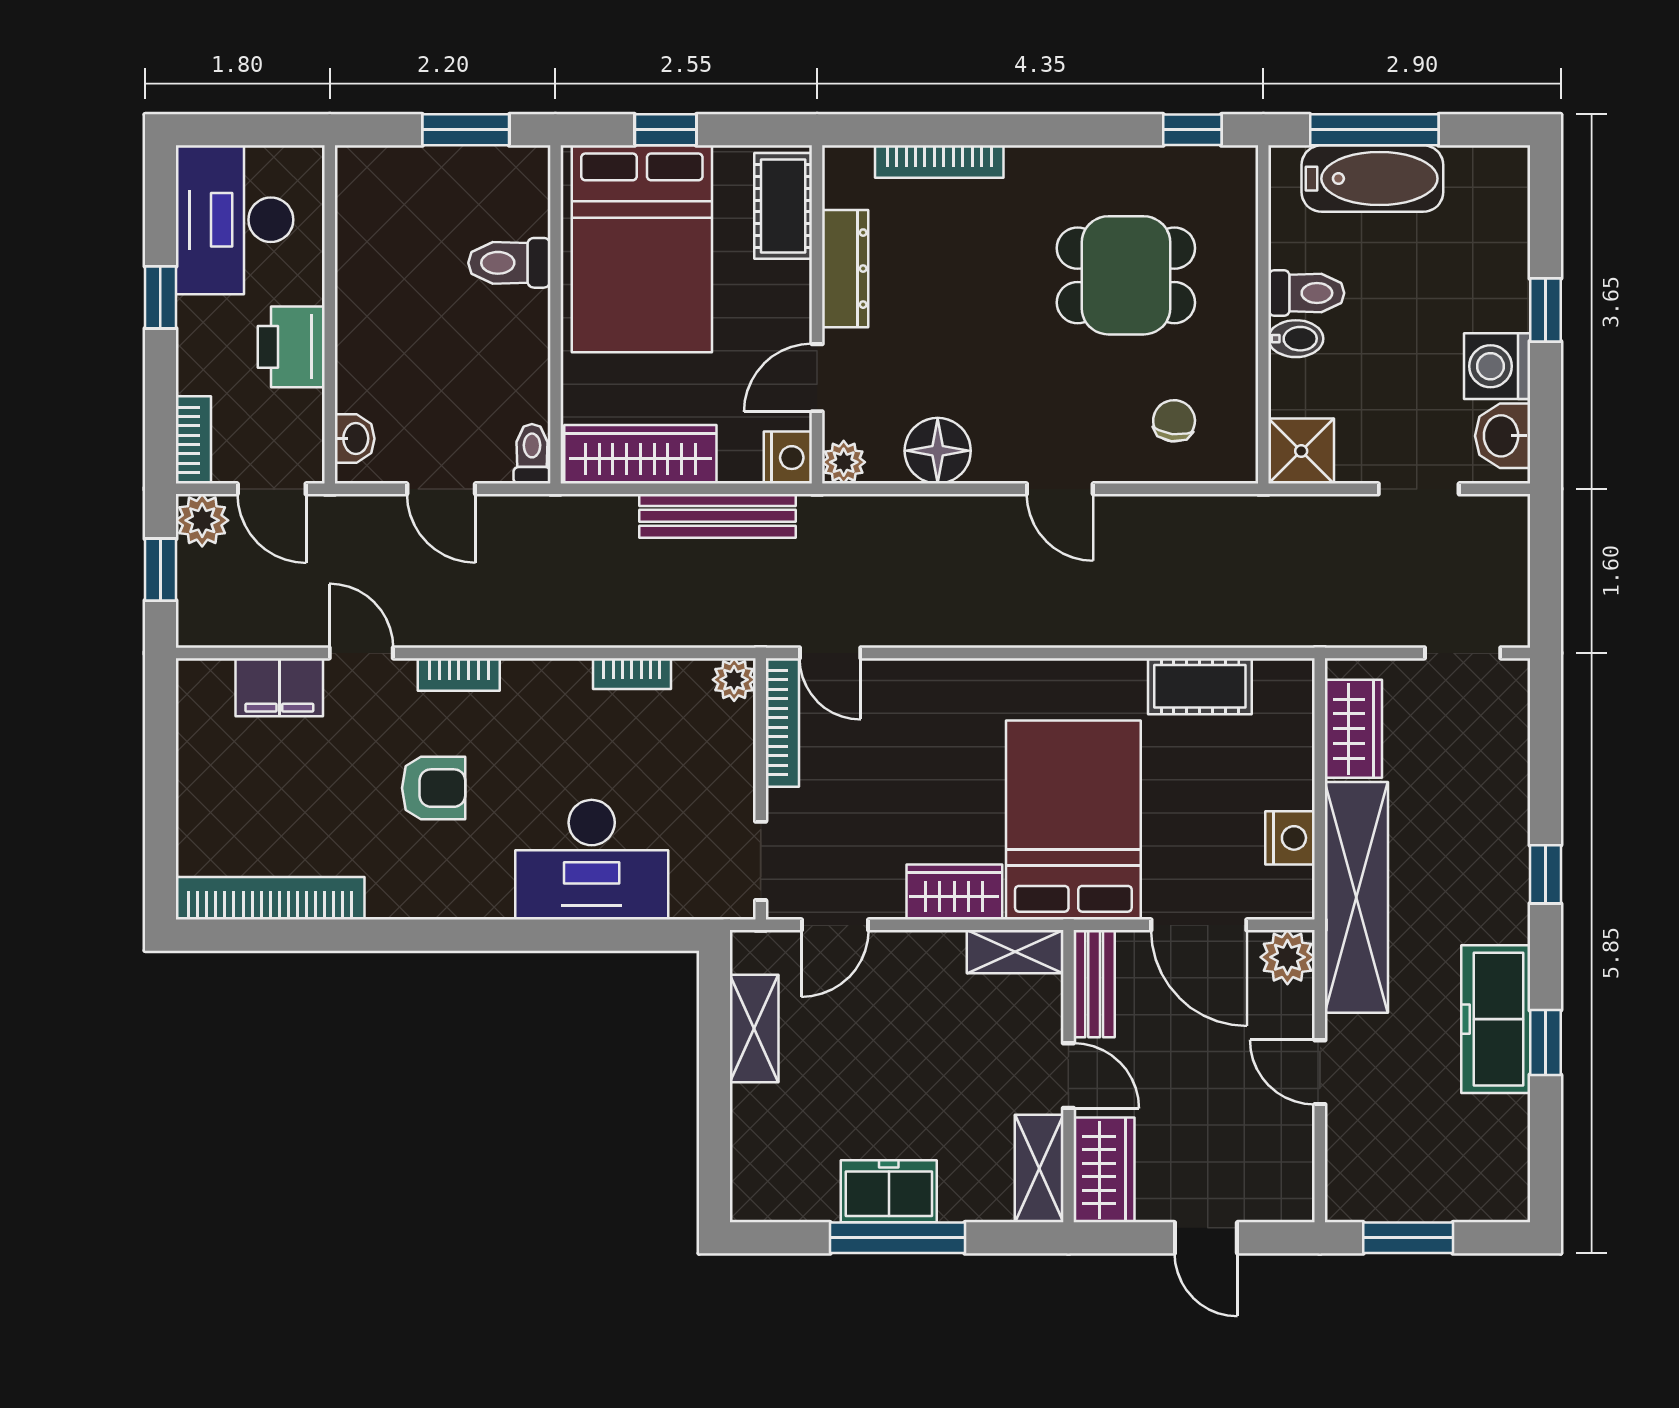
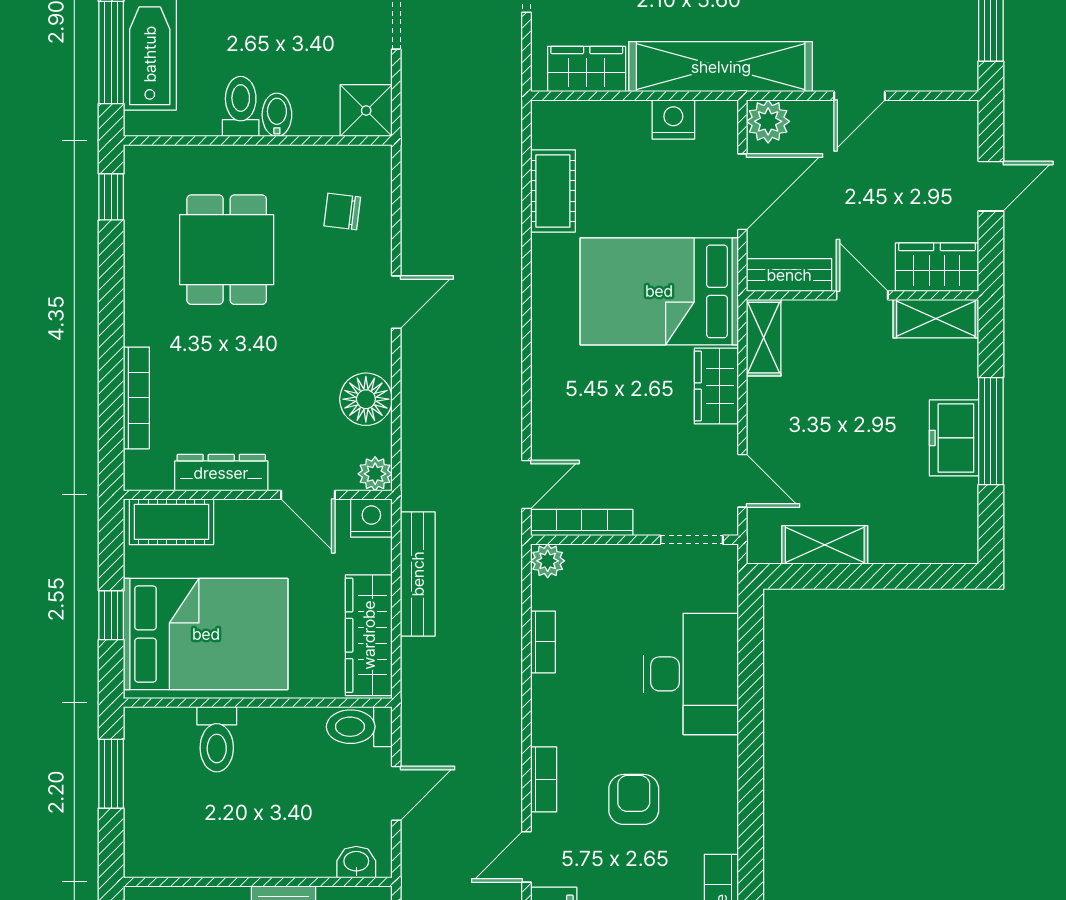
toilet: (532, 454) -> (359, 727), width x1.37, depth x1.39
door: (1068, 1076) -> (862, 295), hinge flipped

